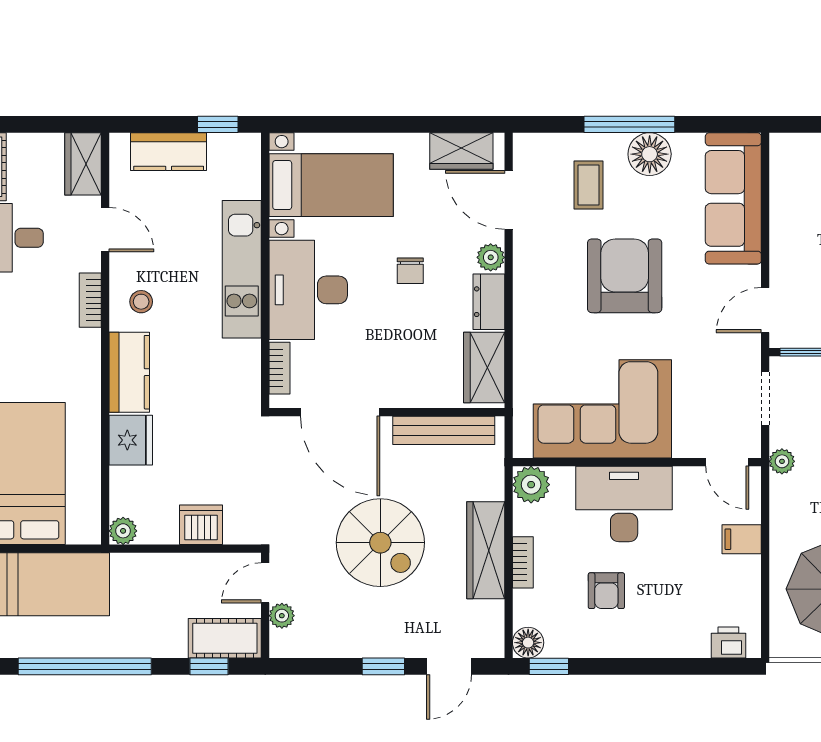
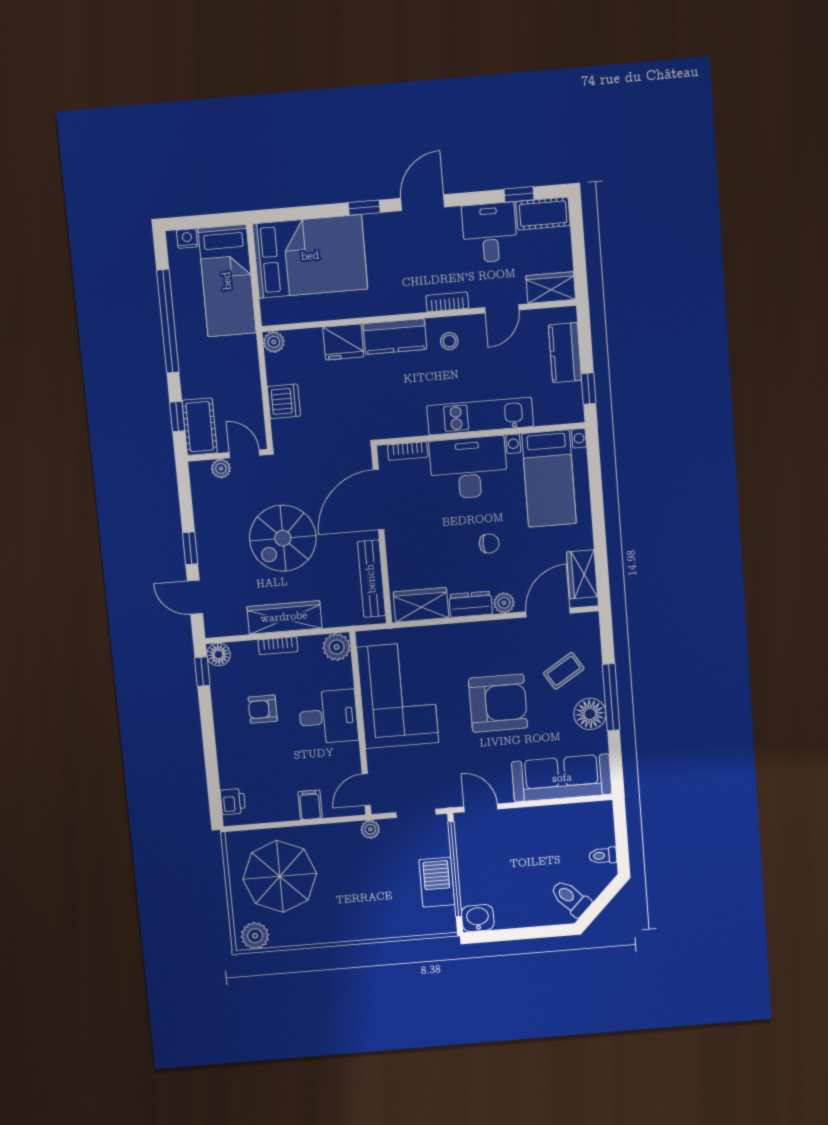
coffee table: (588, 185) -> (564, 671), turned -32
chair: (410, 271) -> (489, 543), turned 180
desk: (624, 504) -> (328, 717), width x0.73

